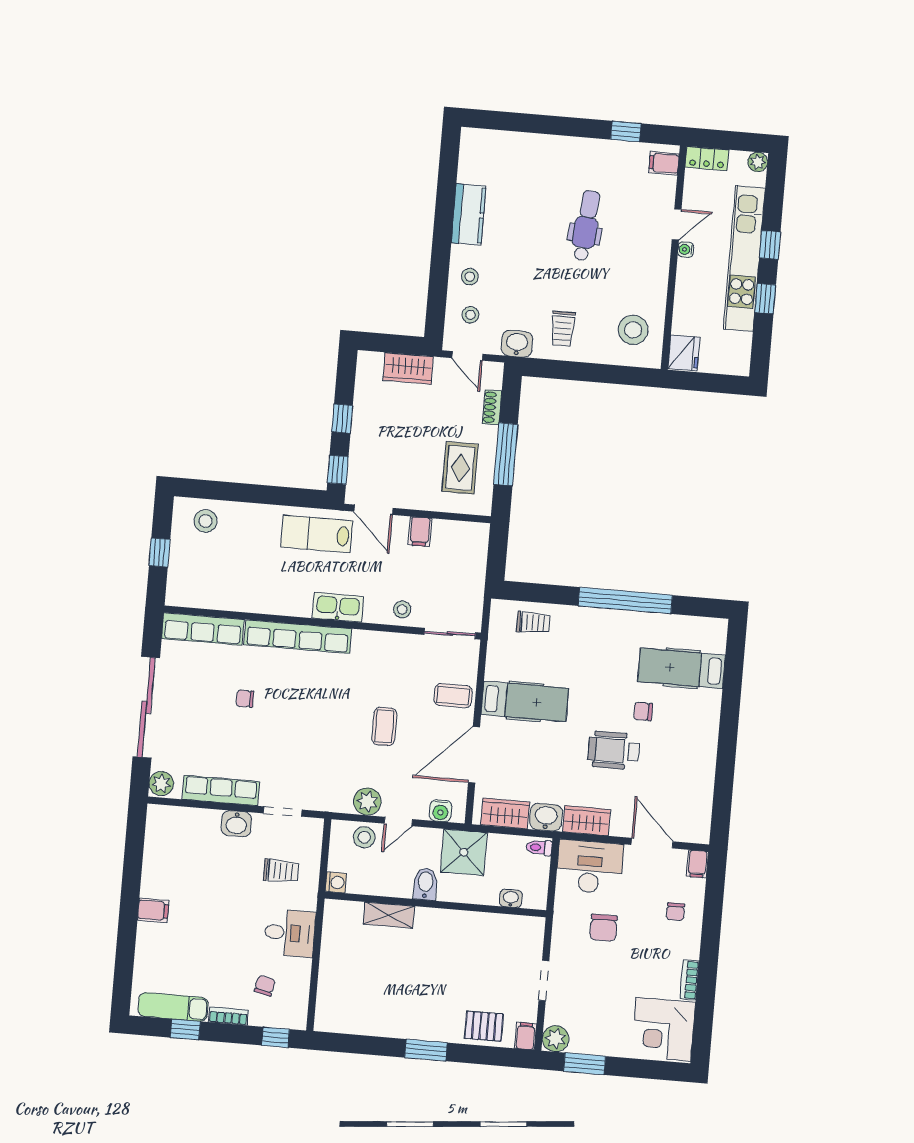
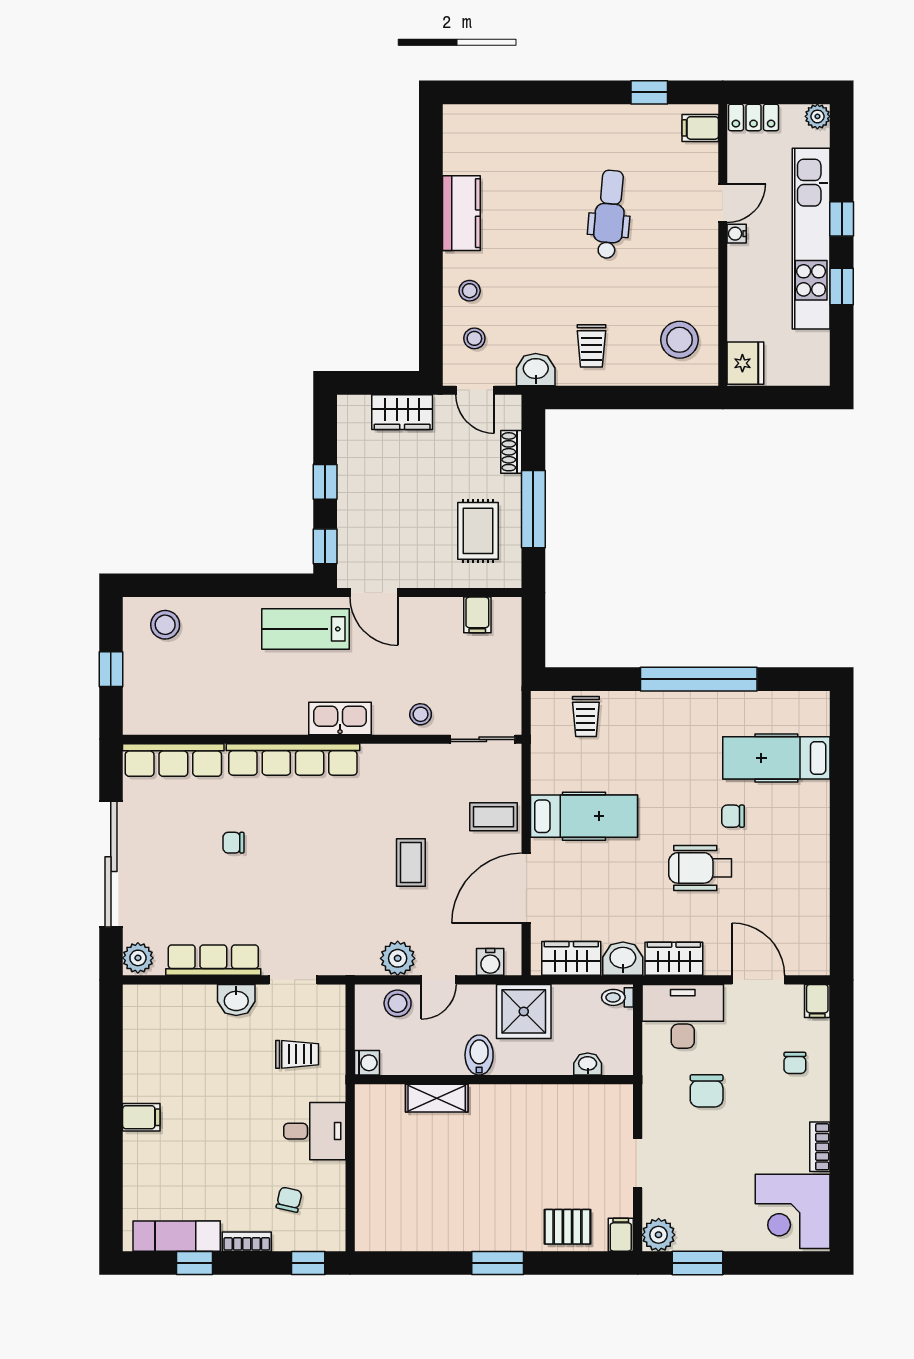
filing cabinet: (420, 532) -> (477, 615), moved
trolley: (533, 622) -> (586, 717), turned 91

